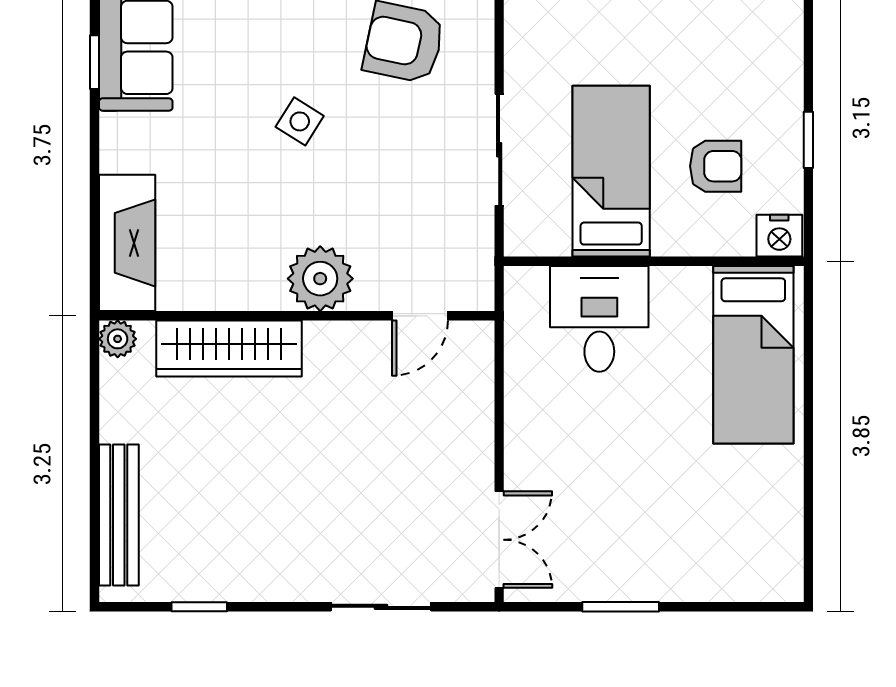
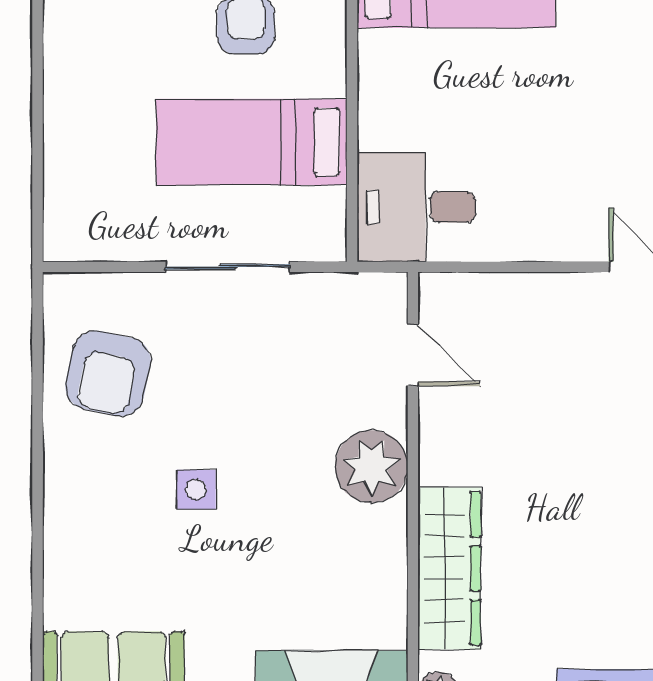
side table: (300, 121) -> (196, 489), turned -32
desk: (599, 319) -> (416, 207), moved

